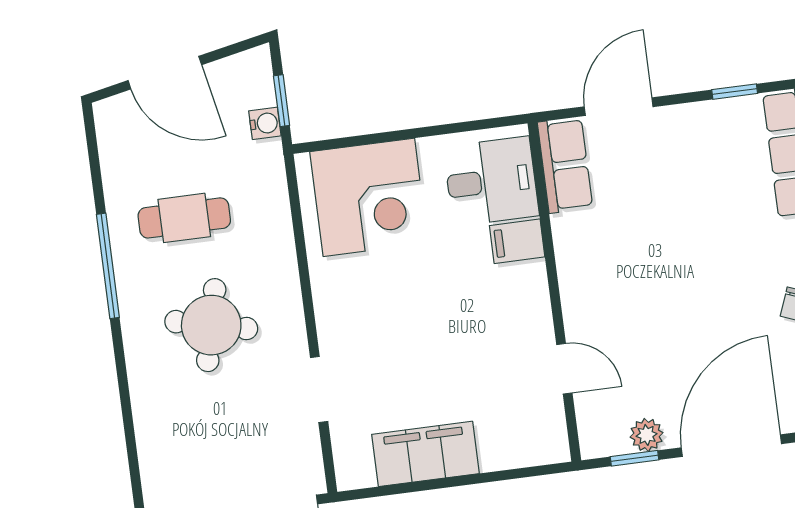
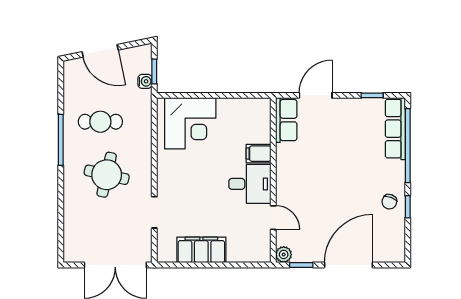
desk: (491, 181) -> (250, 184), moved
plant: (647, 435) -> (284, 254), moved

